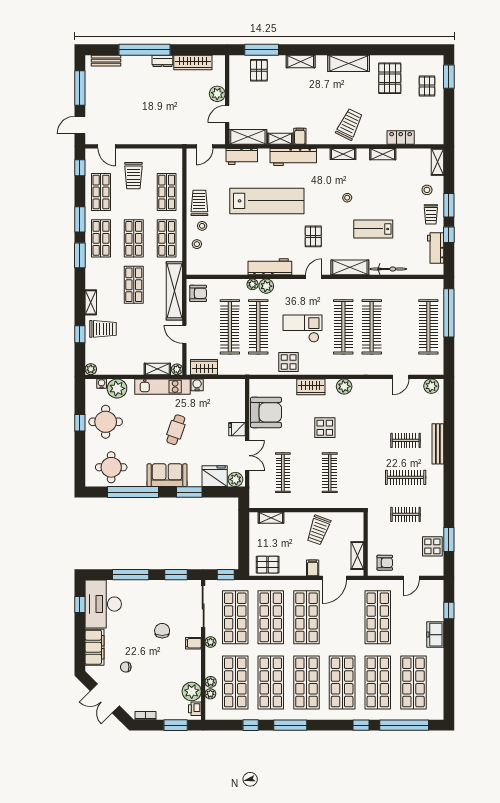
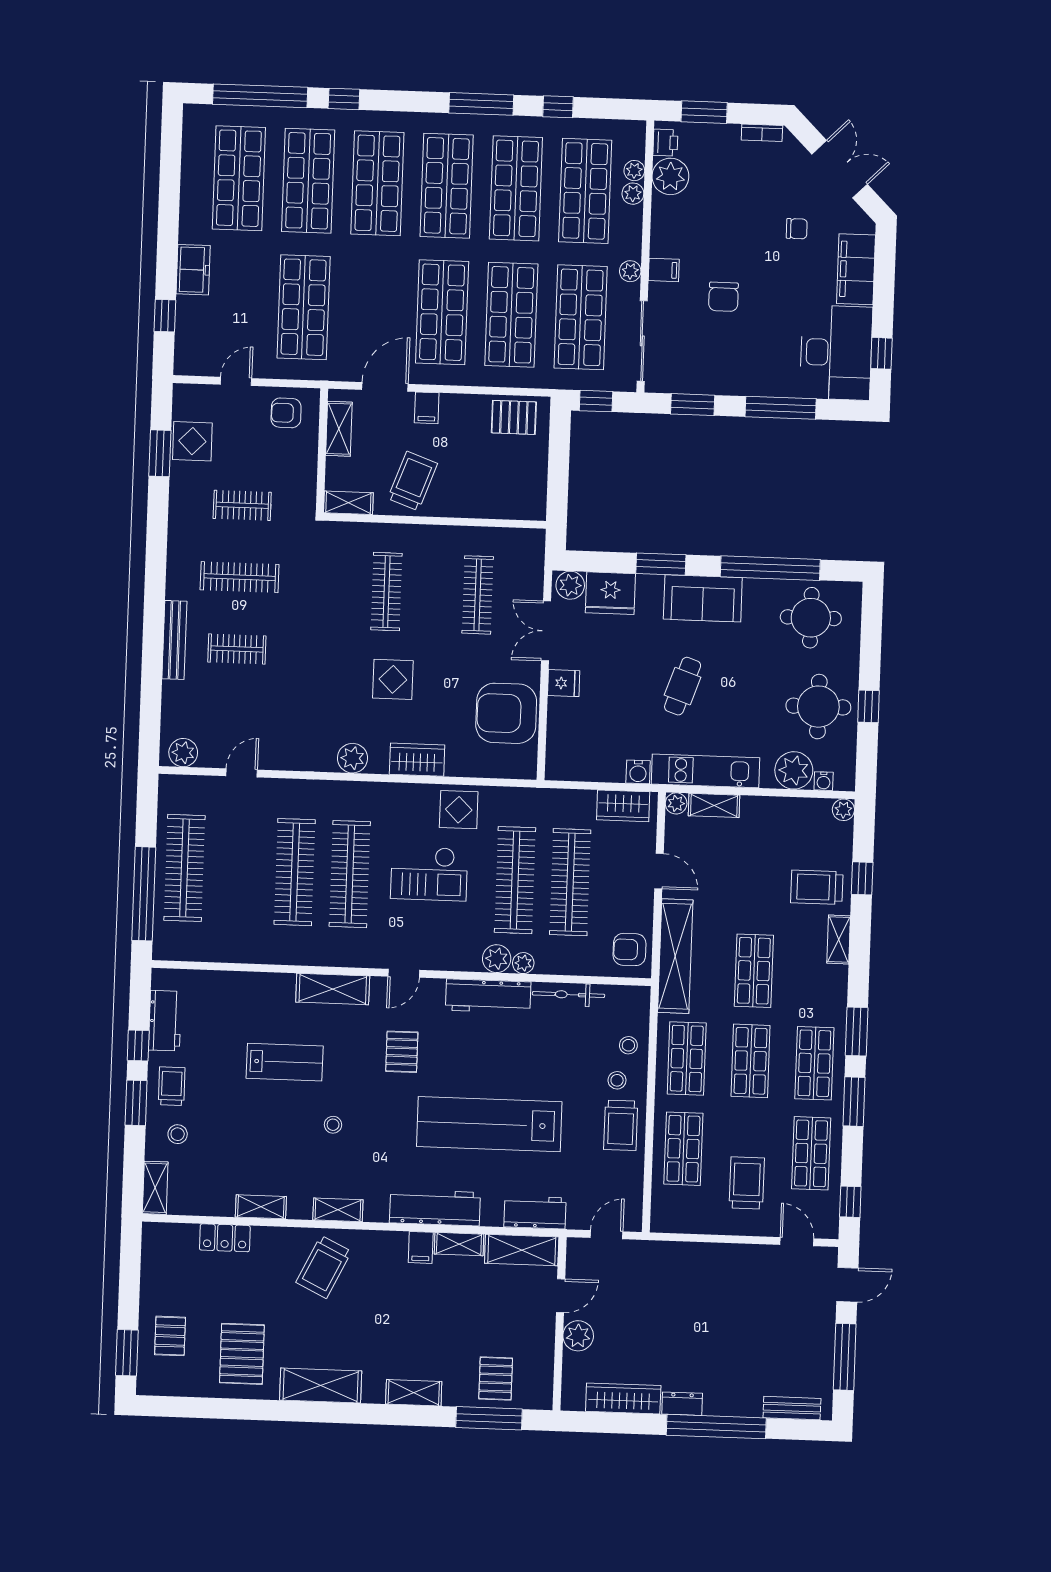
bicycle: (388, 269) -> (568, 995), moved
shelving: (271, 518) -> (348, 503), moved

